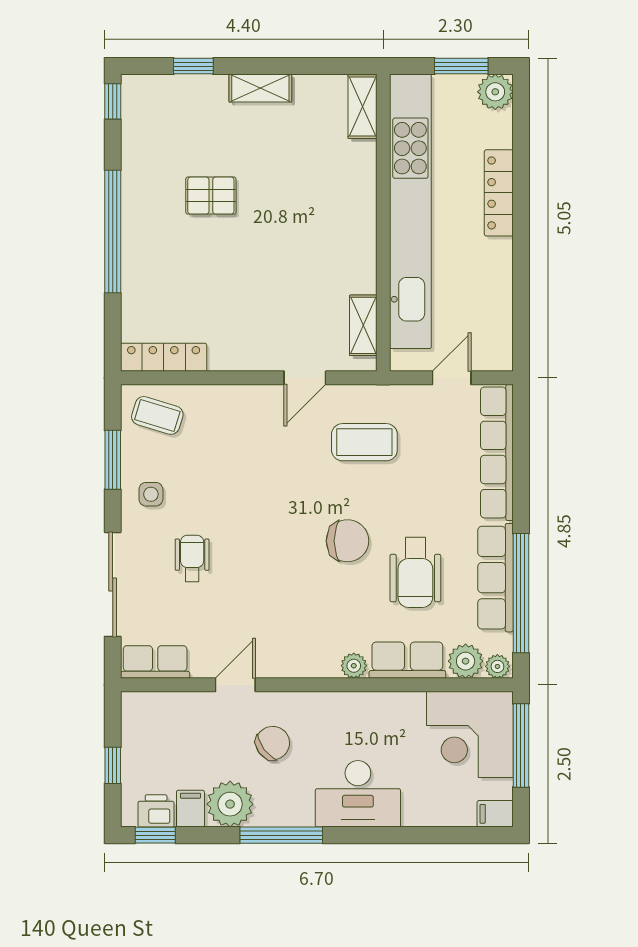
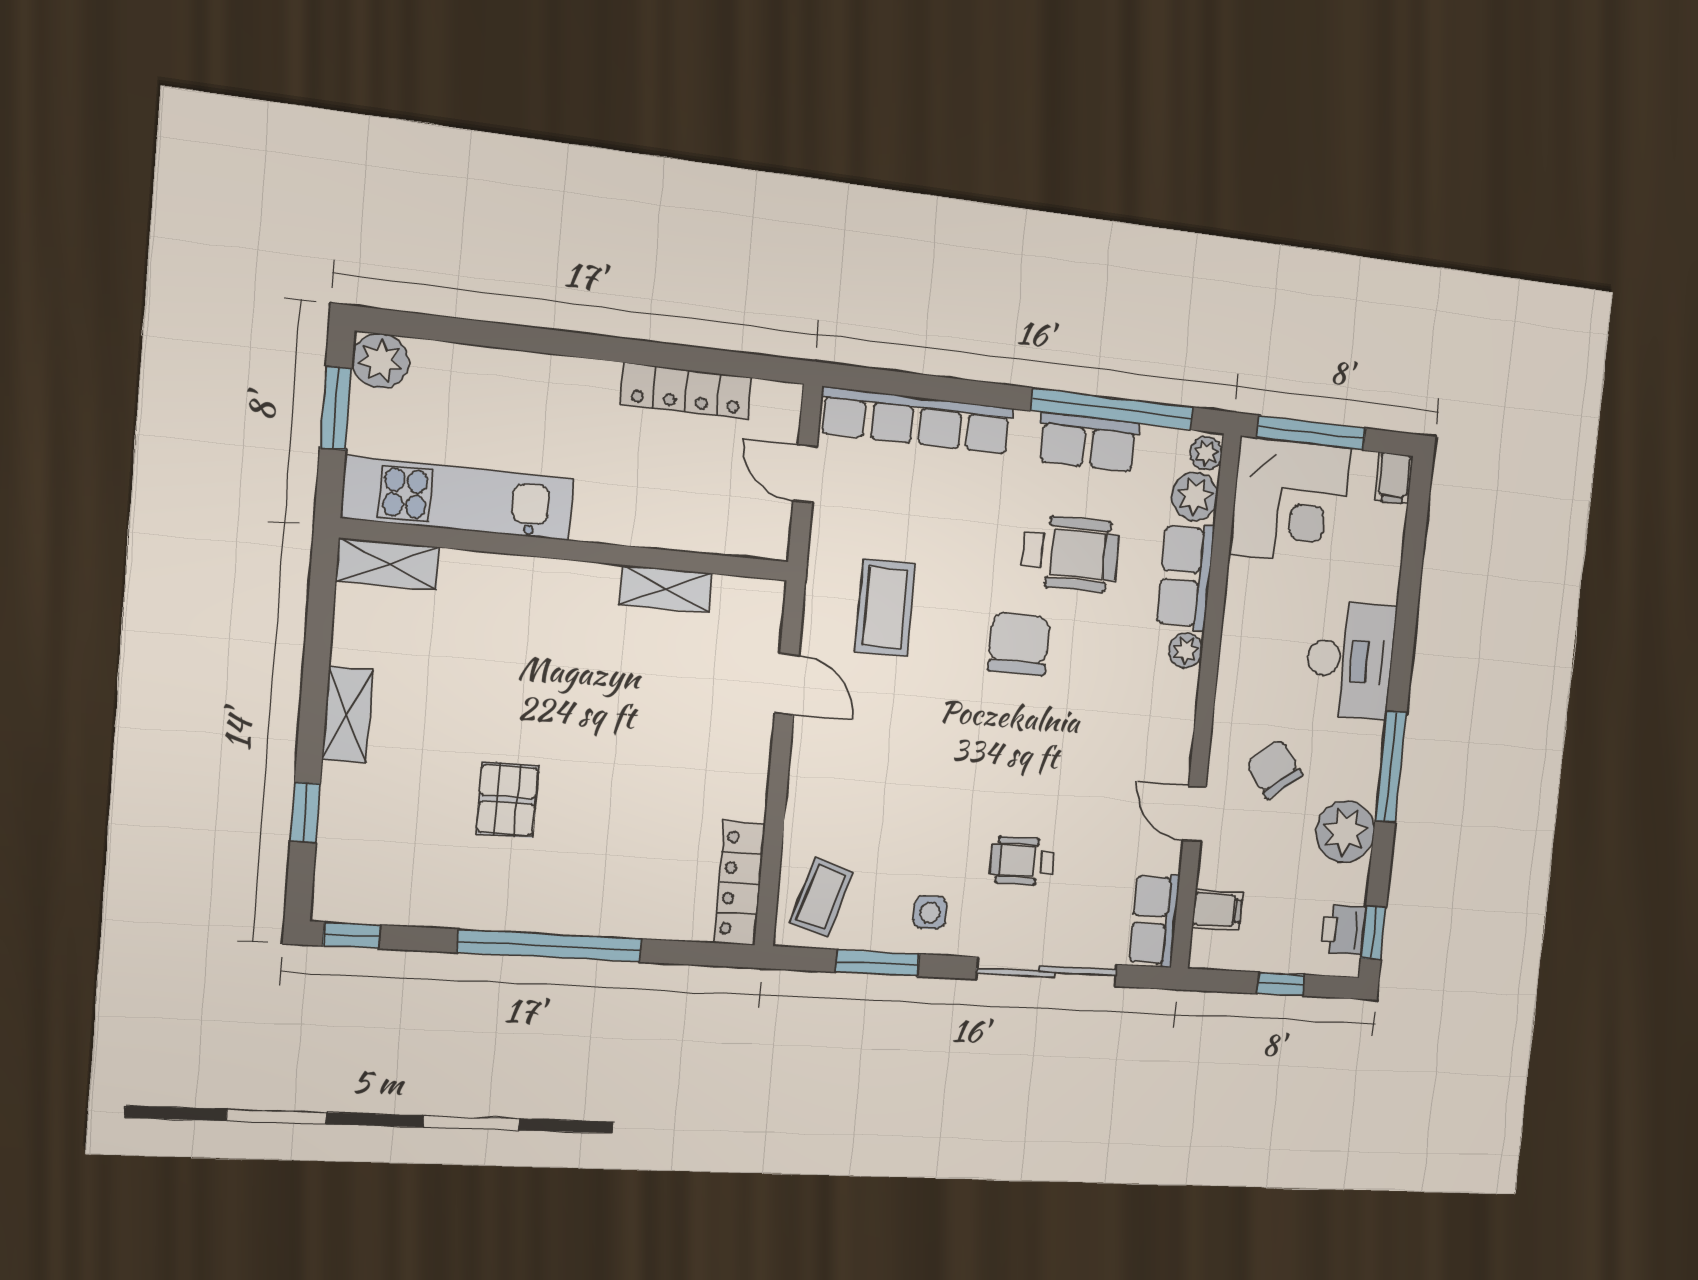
locker: (499, 193) -> (686, 391), moved
kitchen unit: (410, 211) -> (458, 498), width x0.54
shelving: (363, 325) -> (665, 589), moved
row of seats: (495, 578) -> (1088, 442), width x0.68
filing cabinet: (190, 809) -> (1217, 910), moved, turned 180

